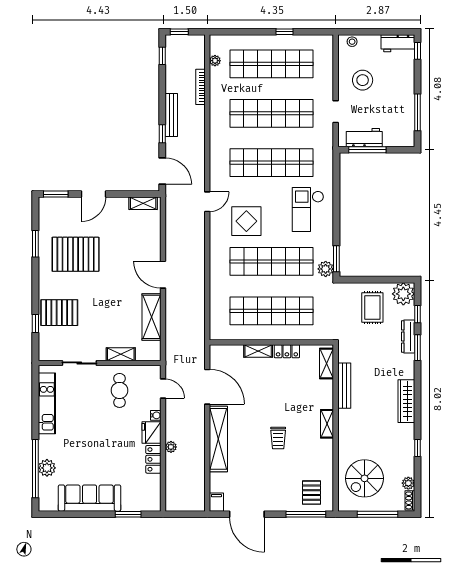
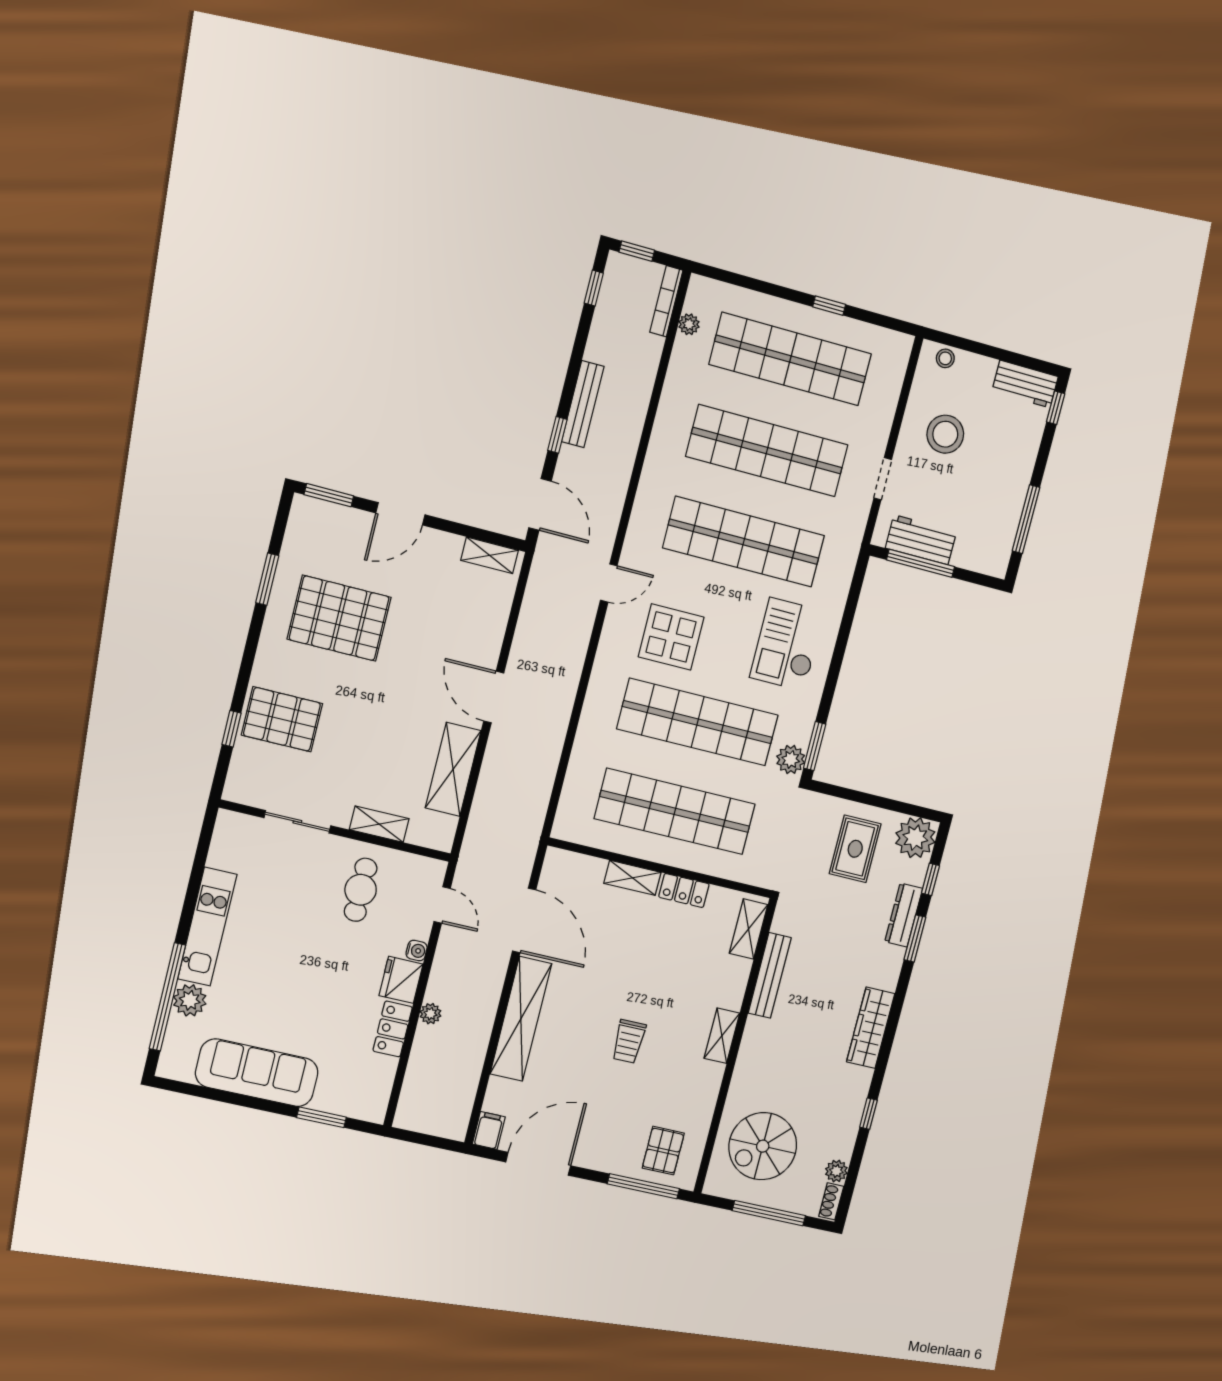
bookcase: (201, 87) -> (666, 301), moved
kitchen unit: (47, 403) -> (207, 927), moved
door: (247, 514) -> (538, 1164), swing flipped

